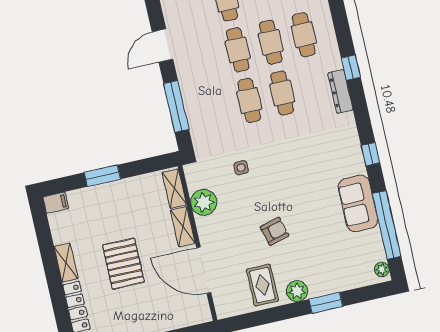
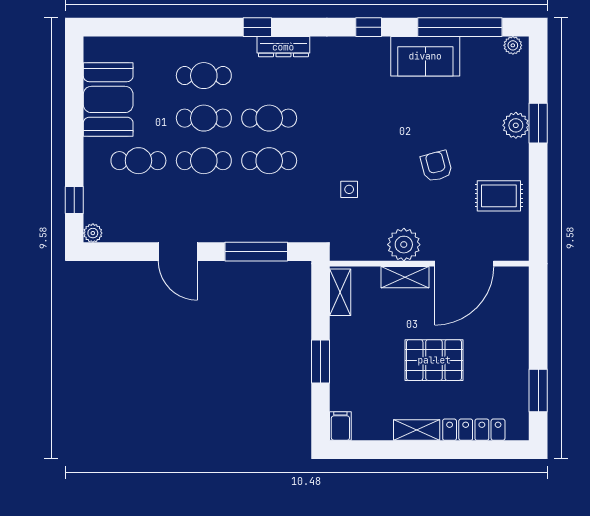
shelving: (174, 188) -> (340, 292), moved, turned 90
plant: (204, 202) -> (404, 245), moved
plant: (297, 291) -> (516, 125), moved

